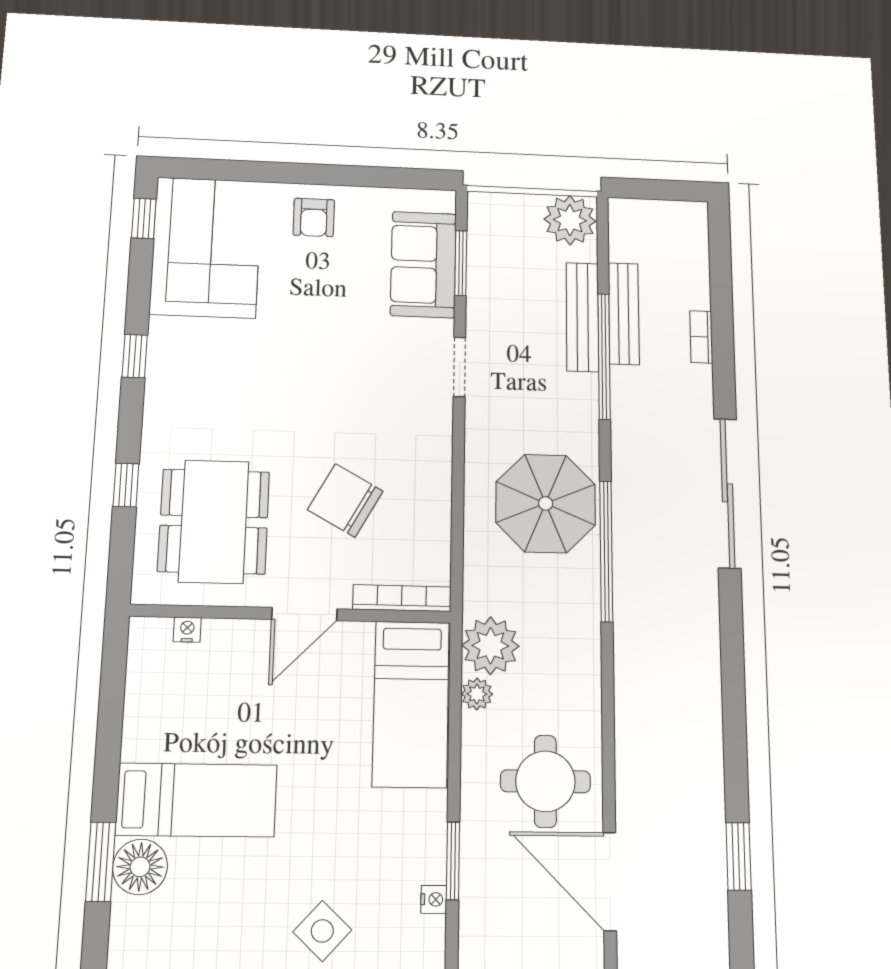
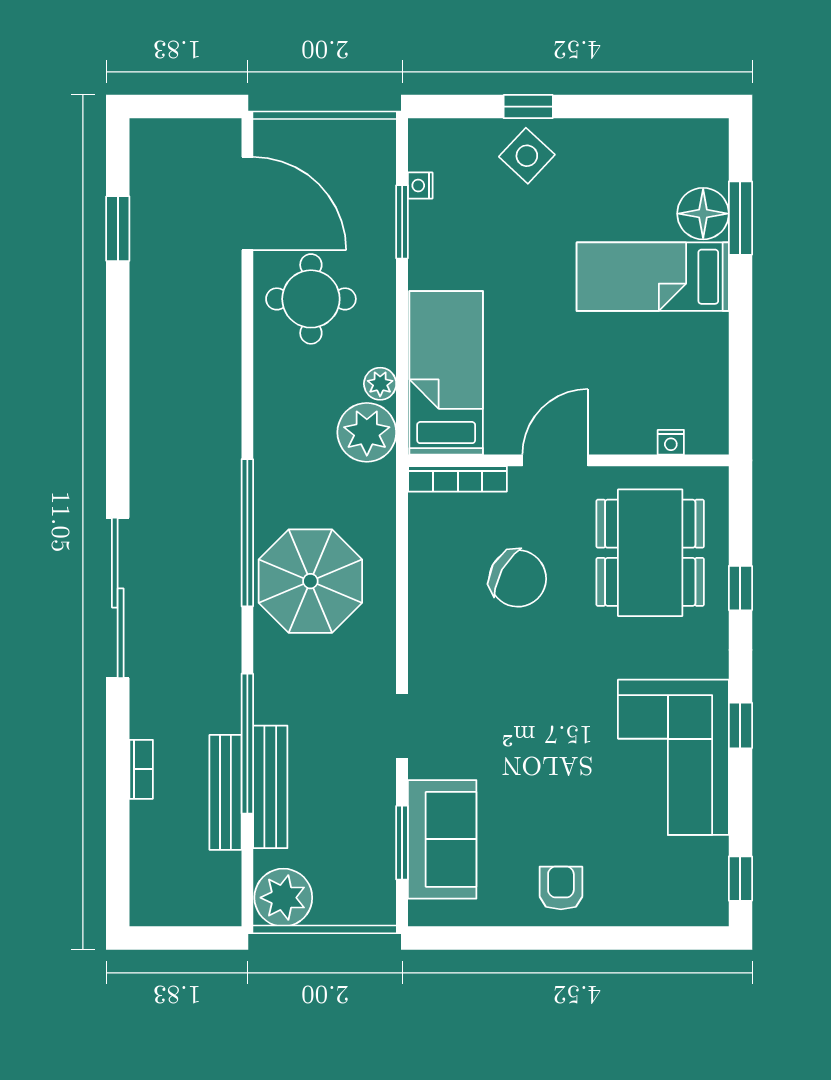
corner sofa: (206, 247) -> (673, 757), moved

